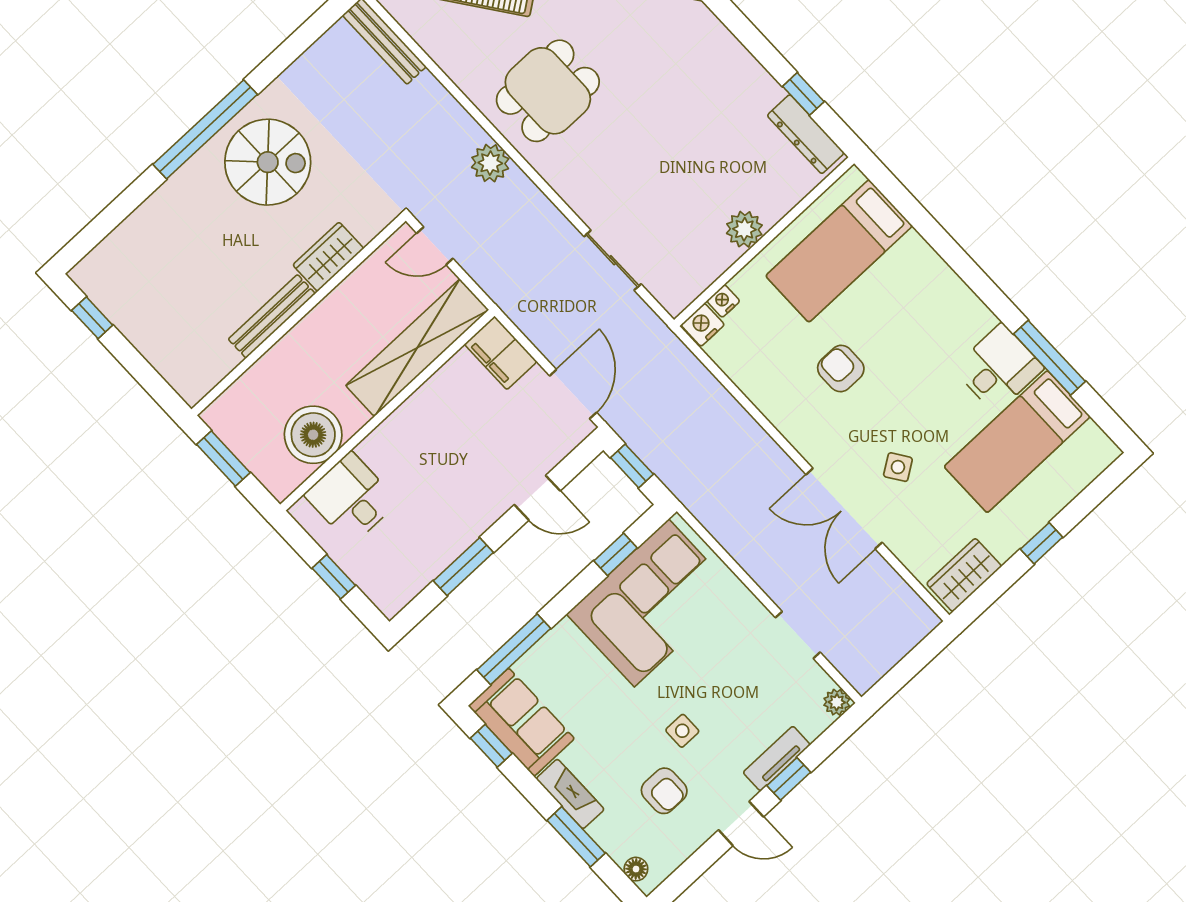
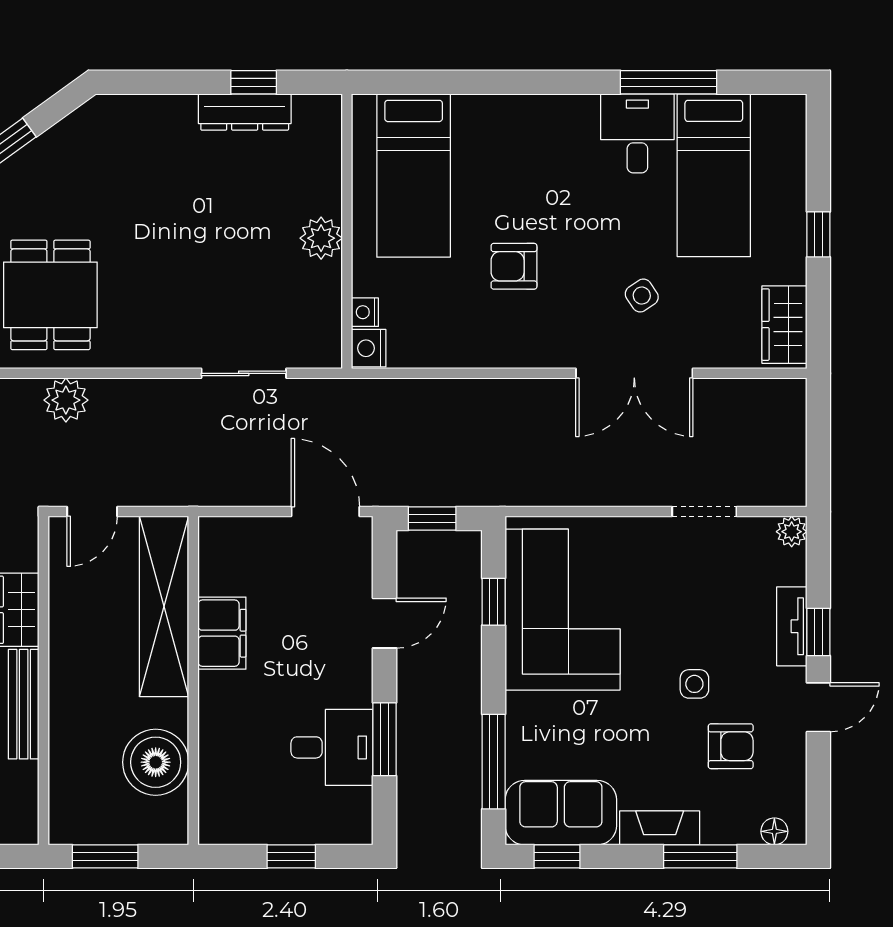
dresser: (806, 134) -> (245, 112), moved
filing cabinet: (501, 353) -> (222, 633), moved, turned -90
desk: (351, 498) -> (332, 747), moved, turned 180

